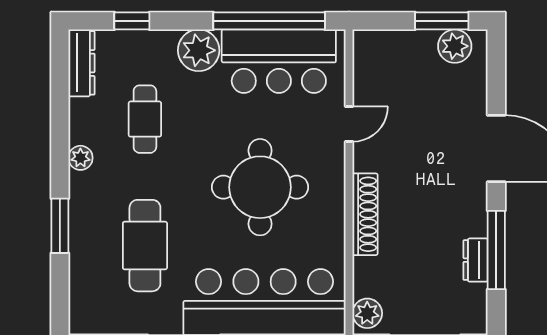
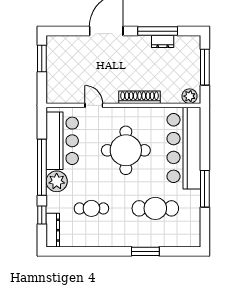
window: (269, 21) -> (42, 167), moved
plant: (455, 46) -> (55, 52), removed
dresser: (82, 63) -> (53, 230), moved, turned 90
plant: (80, 158) -> (111, 241), removed

